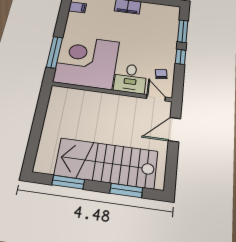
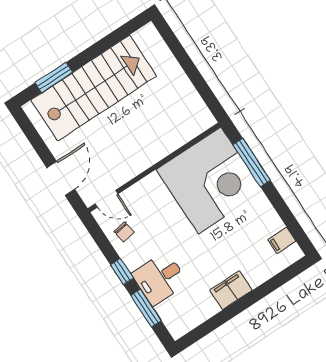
desk: (130, 78) -> (160, 278), moved, turned -90
window: (68, 182) -> (111, 40), removed

